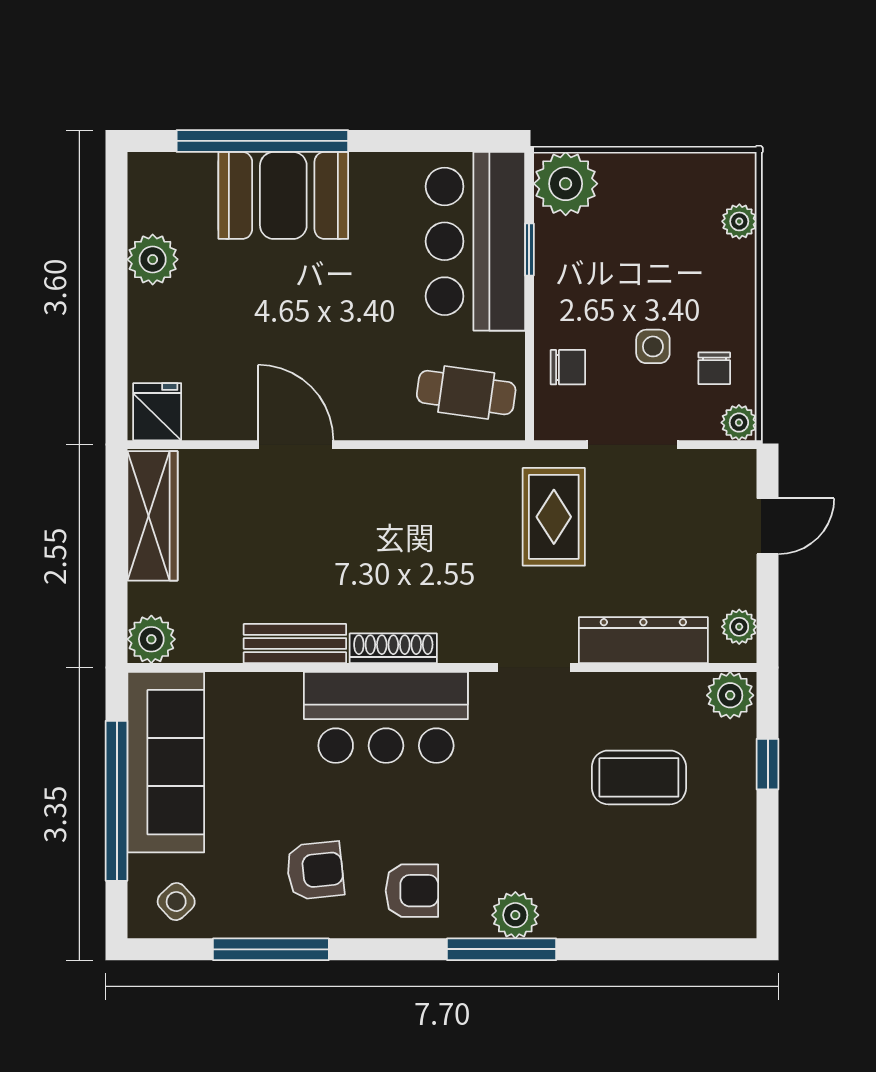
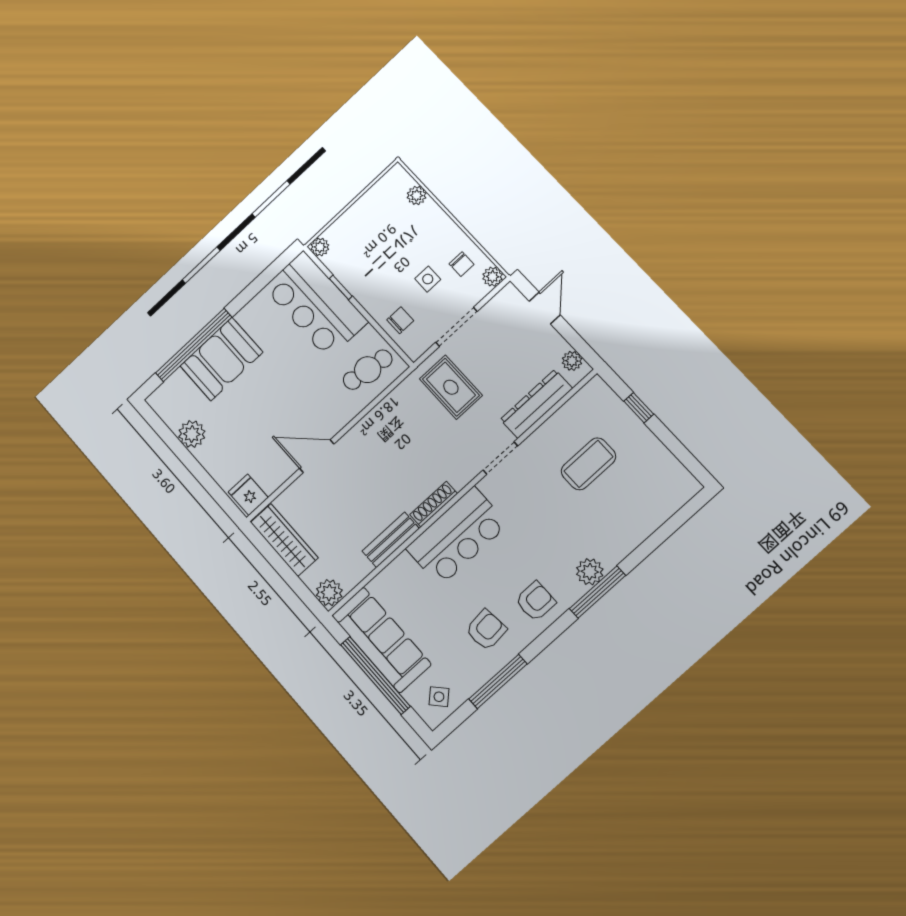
plant: (566, 184) -> (320, 247), width x0.53, depth x0.53
plant: (730, 695) -> (595, 393), removed

